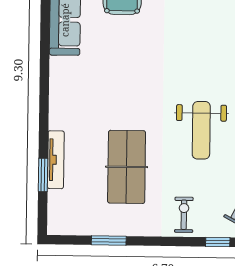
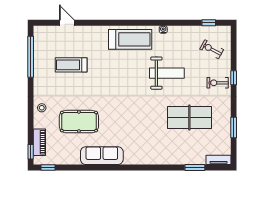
tv unit: (56, 160) -> (218, 160), moved, width x0.71
window: (218, 242) -> (234, 78), moved

